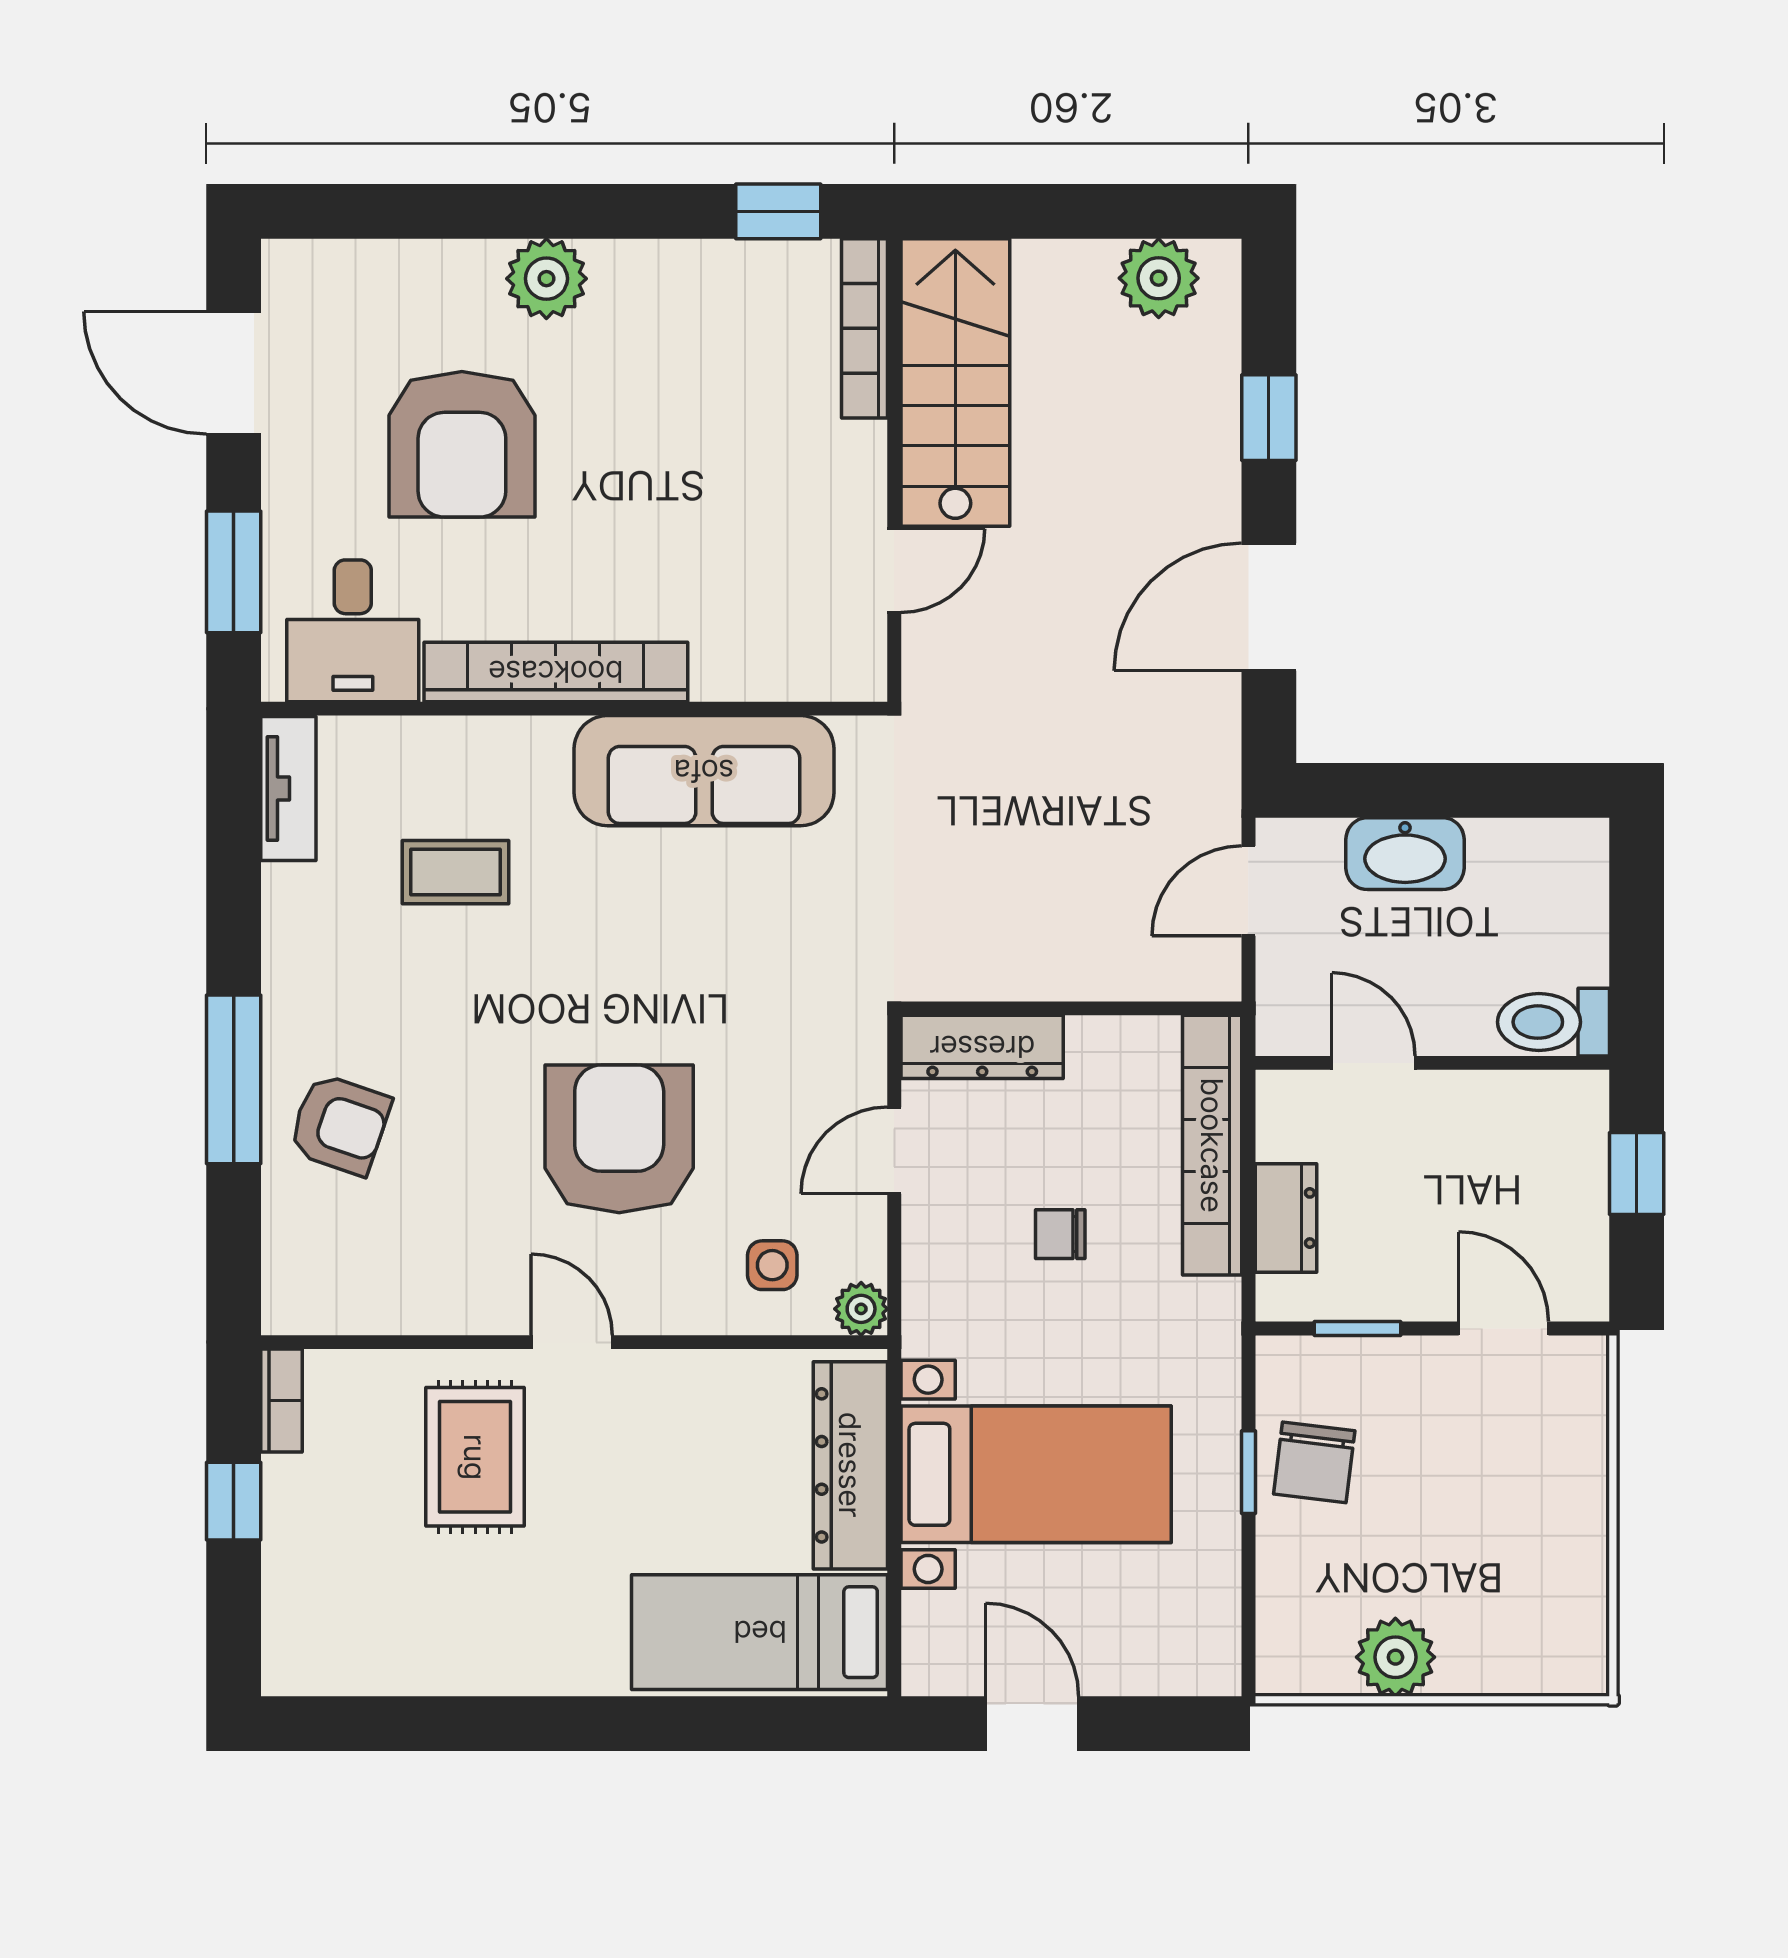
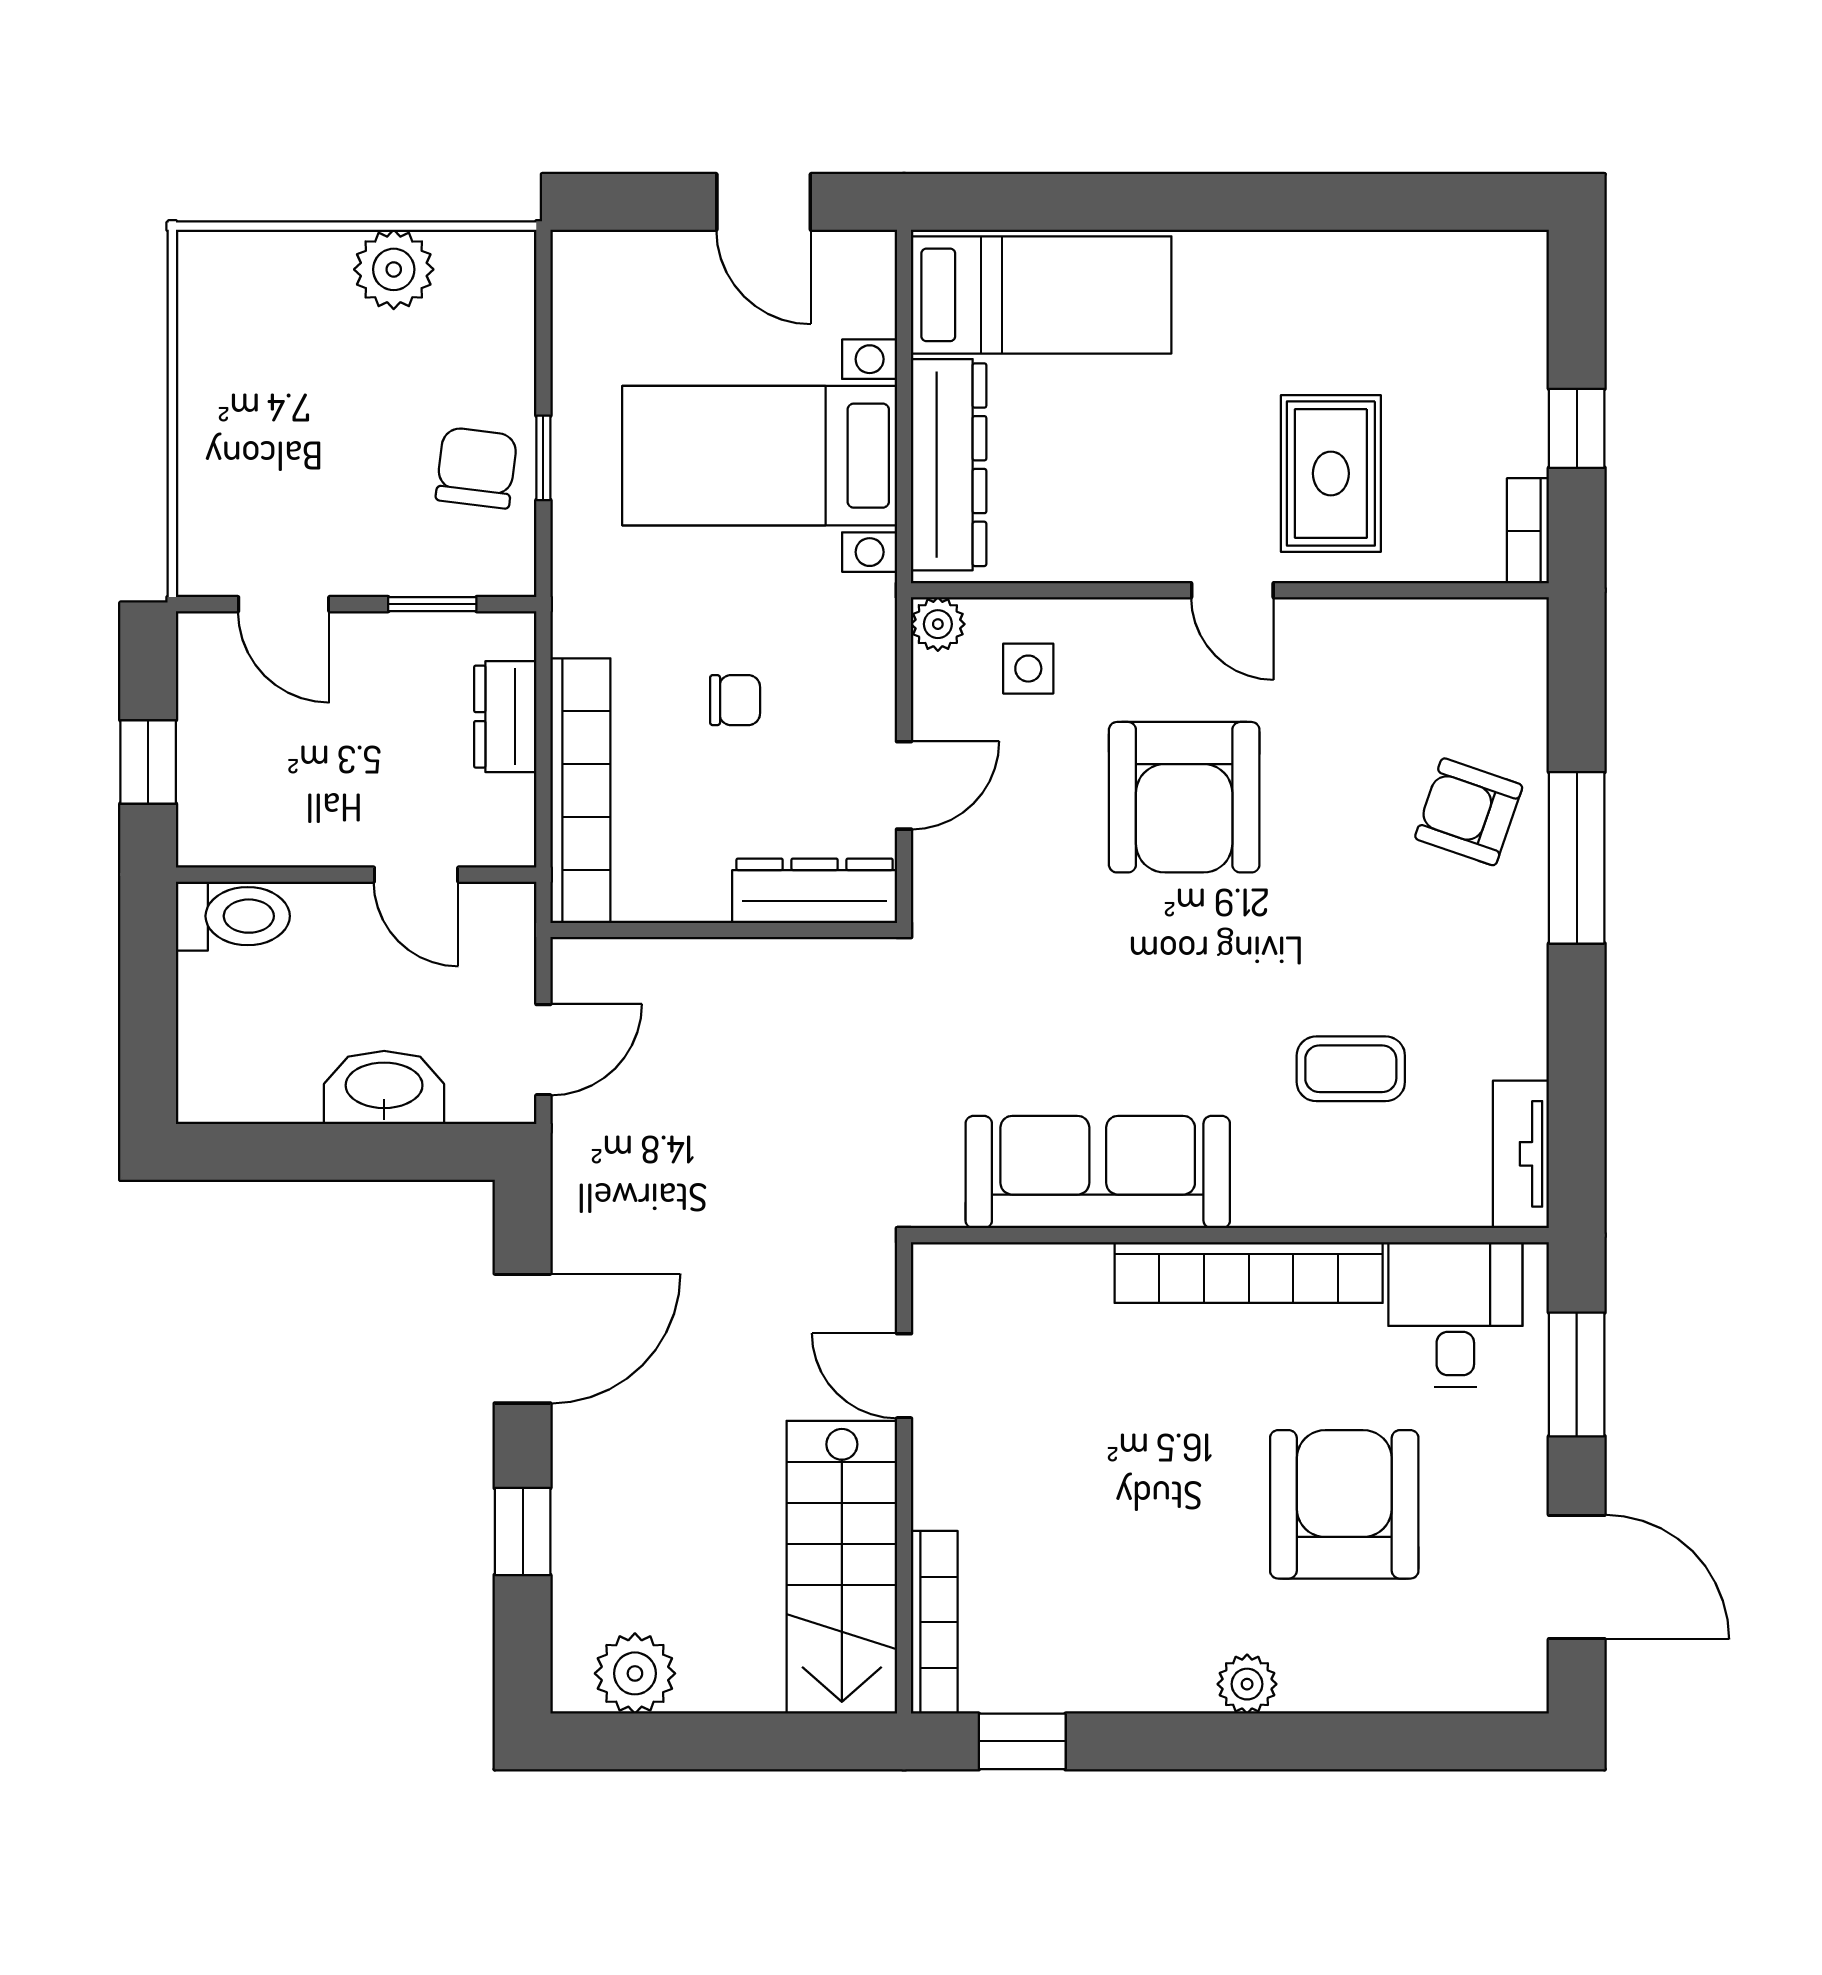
plant: (546, 279) -> (1247, 1684), width x0.73, depth x0.73
door: (894, 571) -> (904, 1376), hinge flipped

